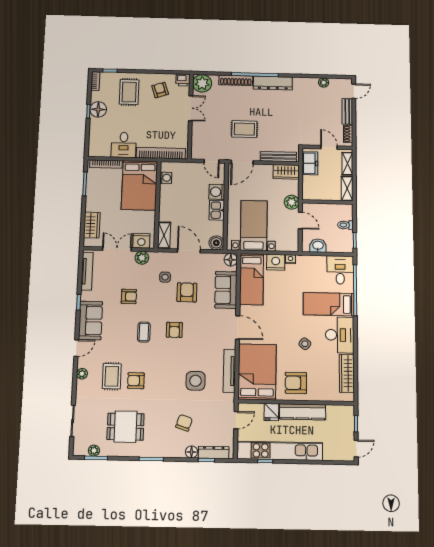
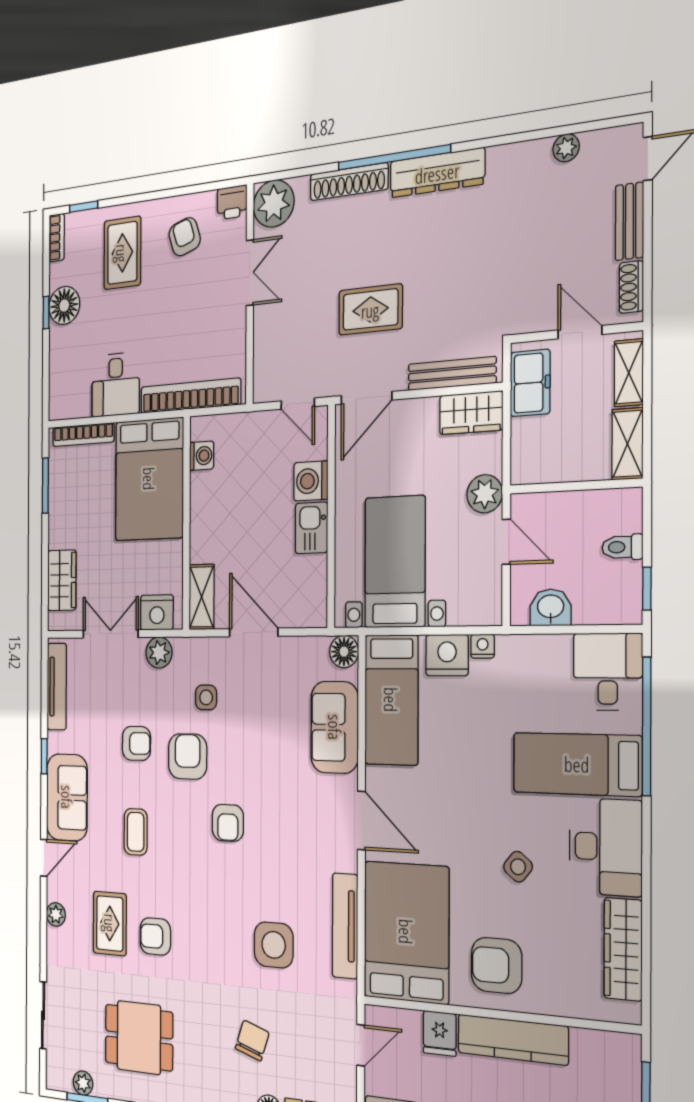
boiler: (216, 243) -> (312, 610), removed
armchair: (187, 292) -> (188, 756), moved
coffee table: (144, 332) -> (136, 832), moved

